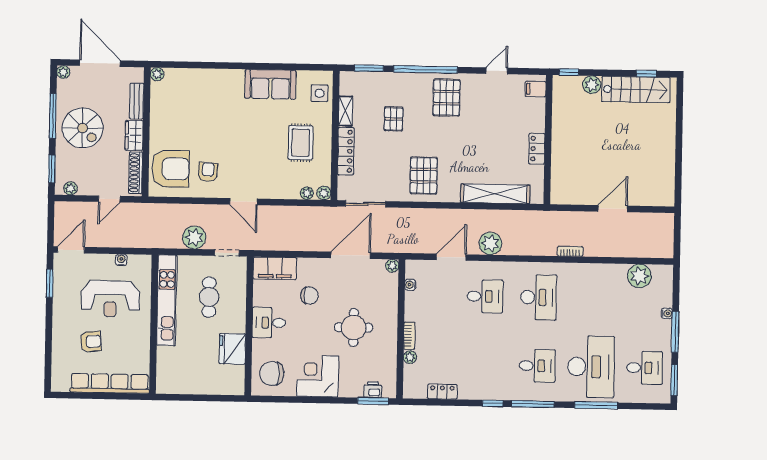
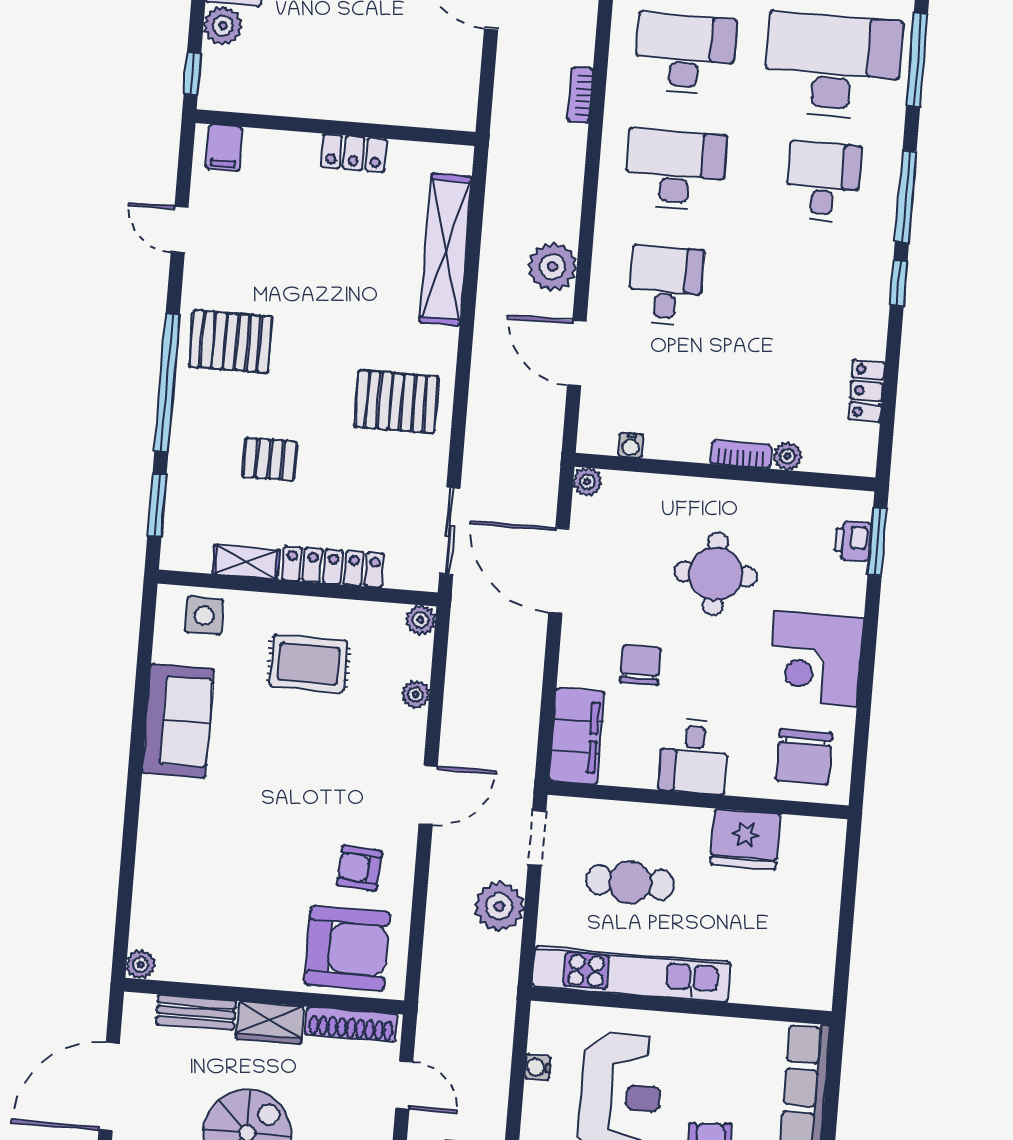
armchair: (171, 169) -> (347, 948), turned 90
plant: (307, 193) -> (416, 694), moved
desk: (592, 298) -> (685, 54), added

